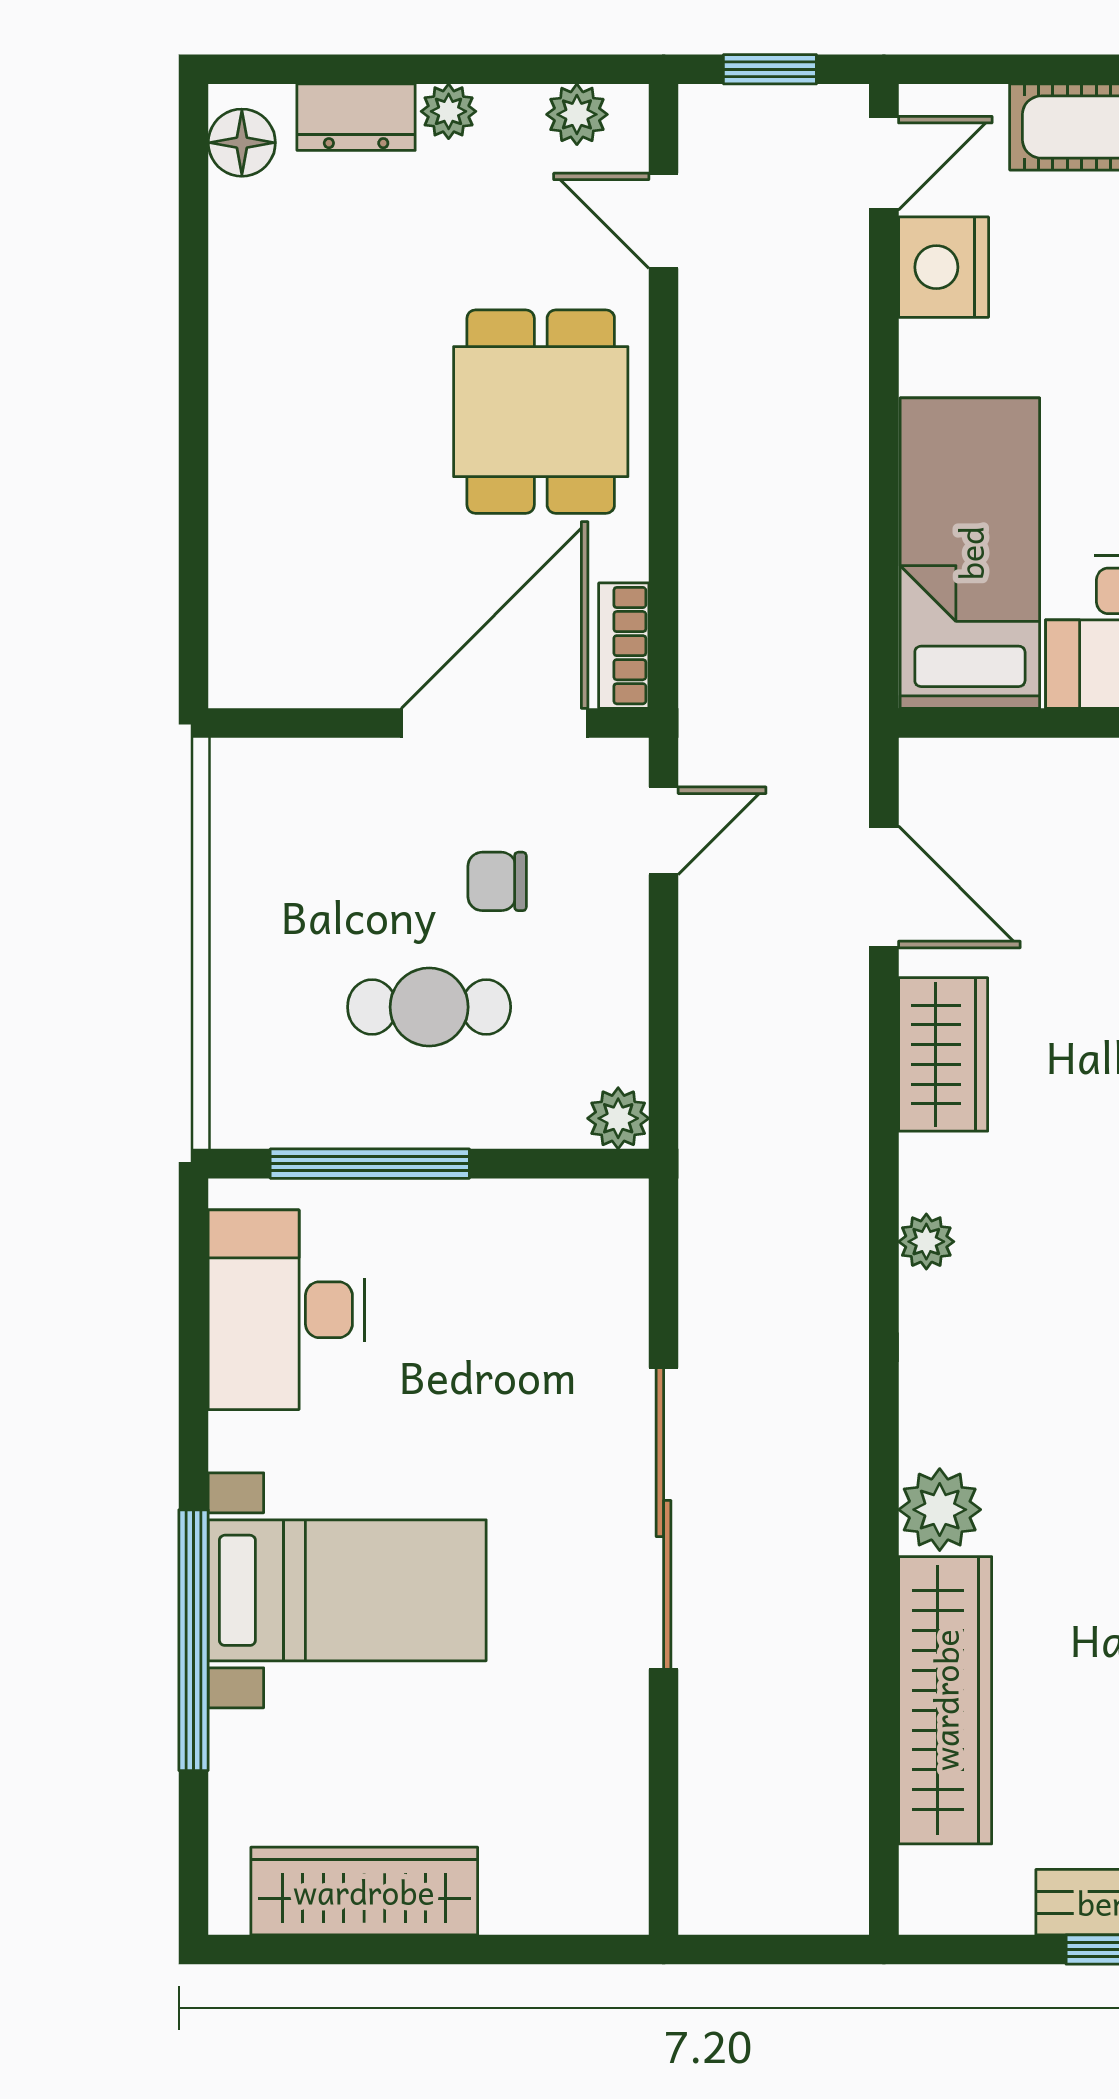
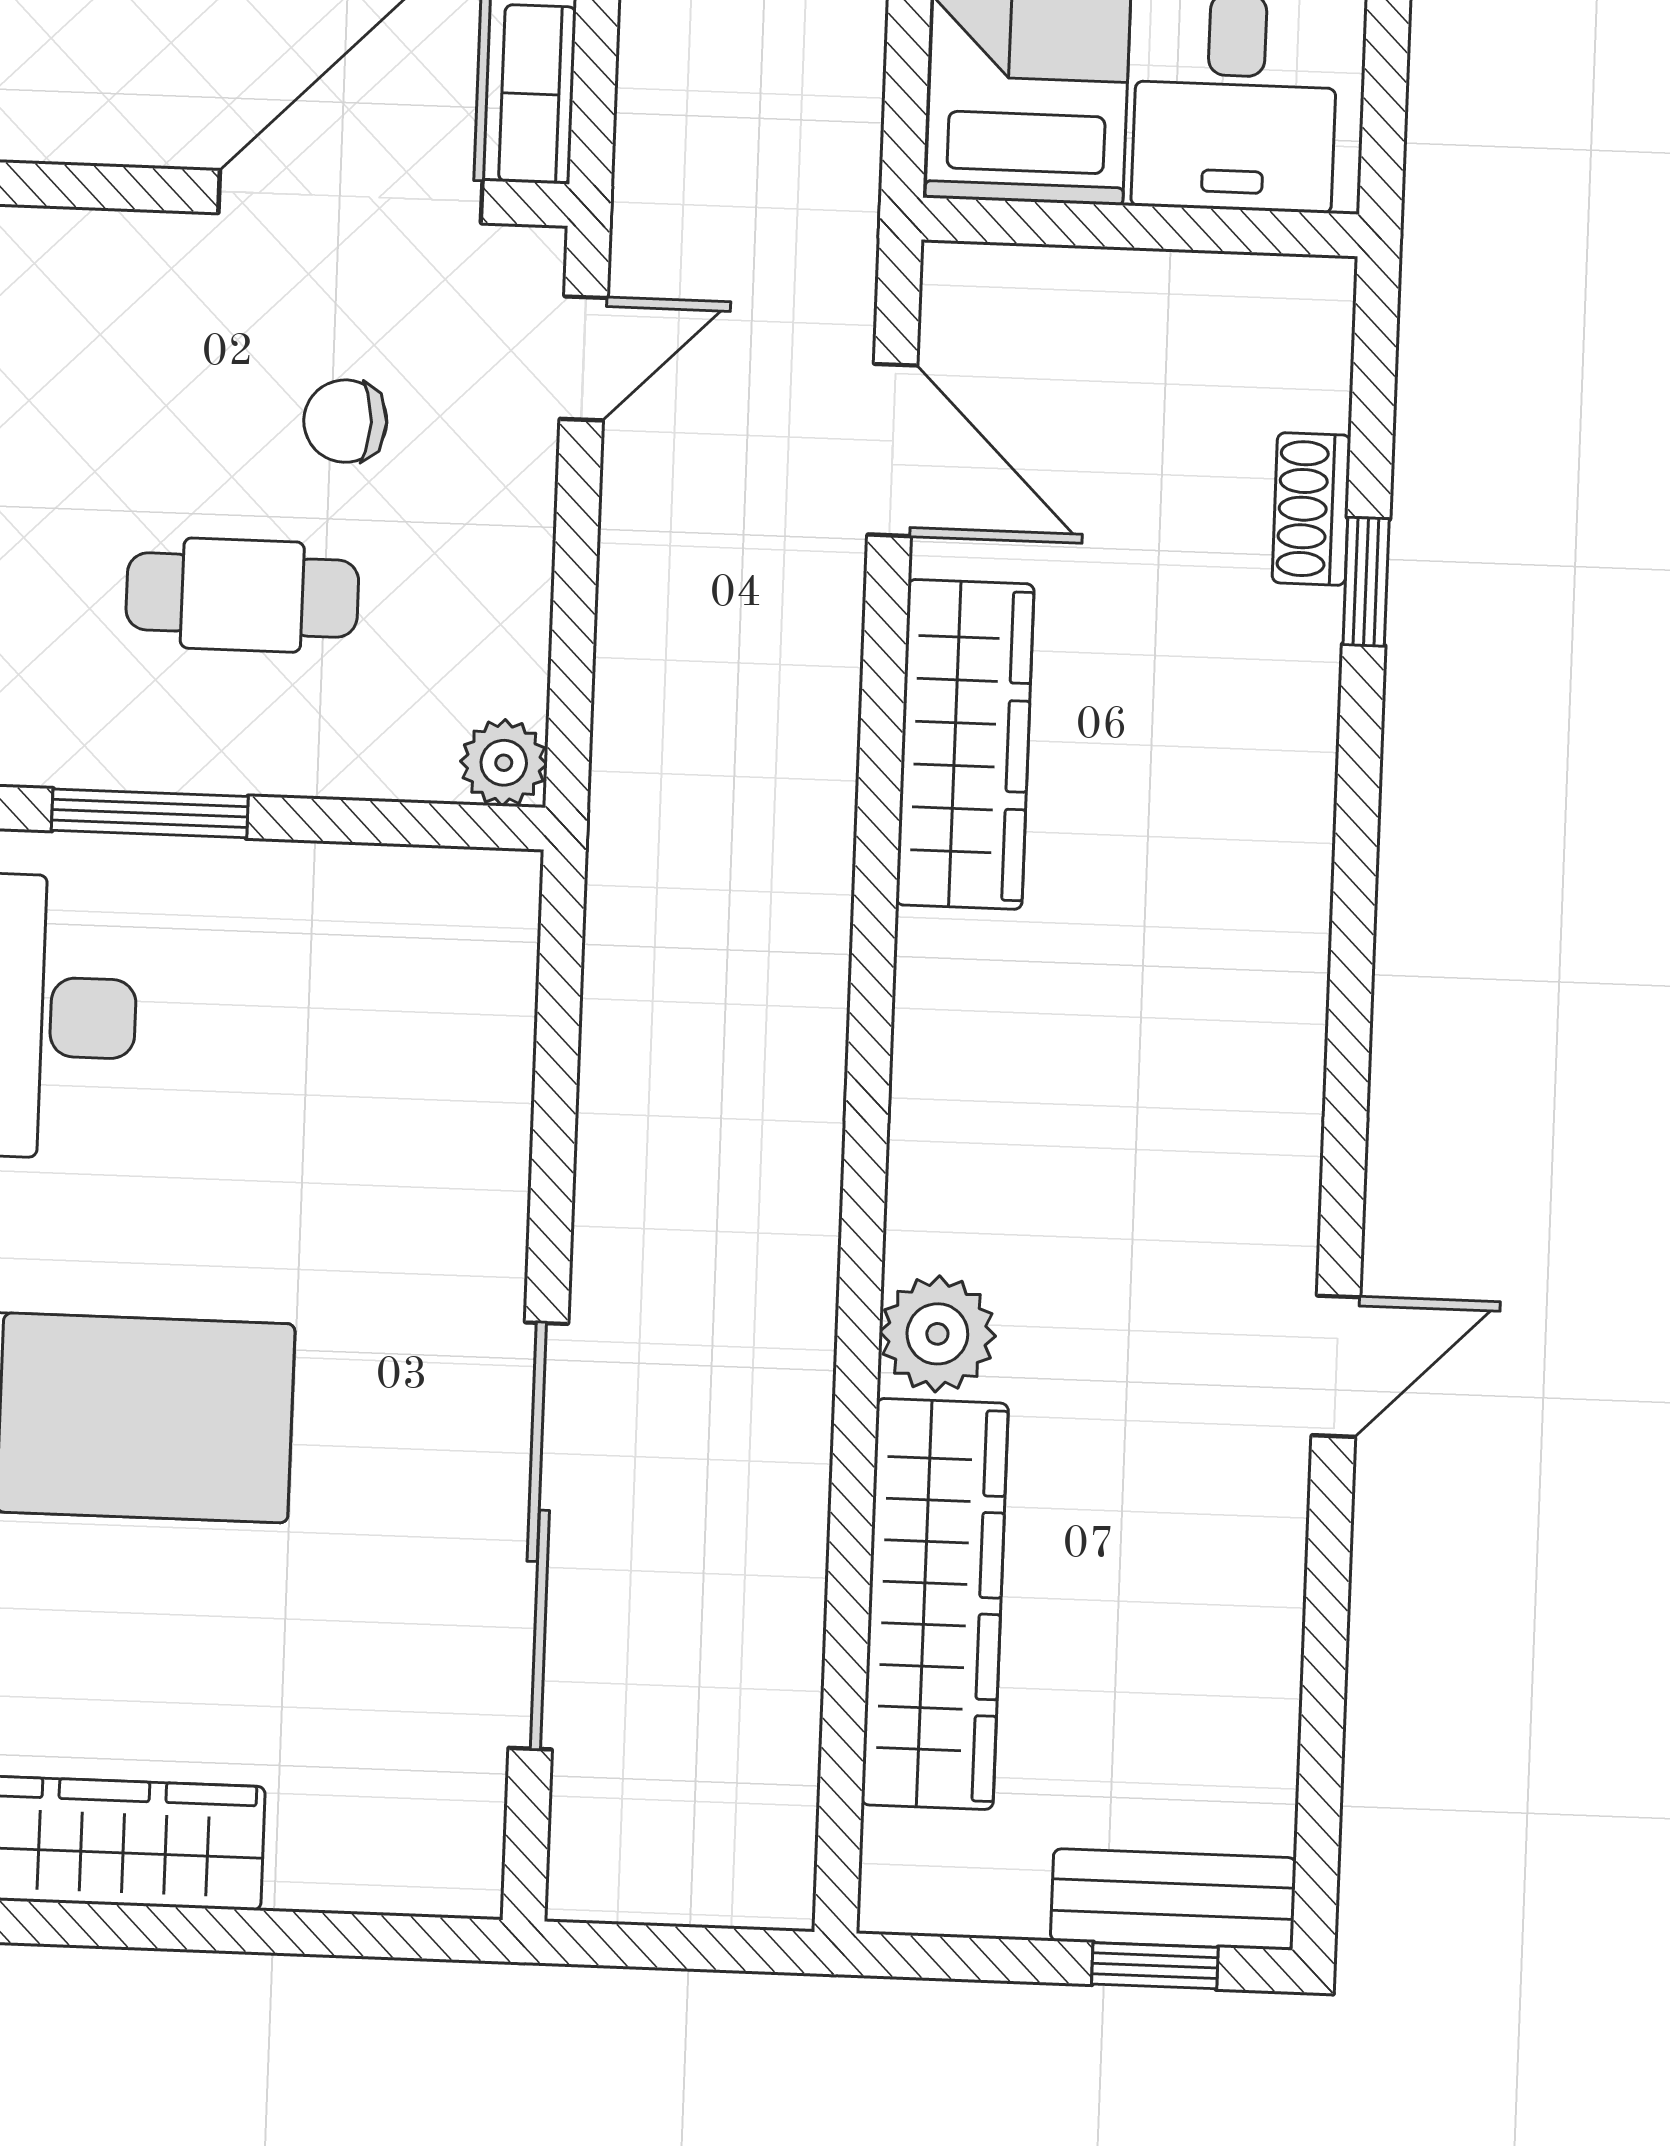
wardrobe: (943, 1054) -> (965, 744), width x1.50
window: (370, 1164) -> (150, 813), width x0.69
plant: (926, 1242) -> (933, 954), removed
sliding door: (664, 1519) -> (538, 1536), moved

